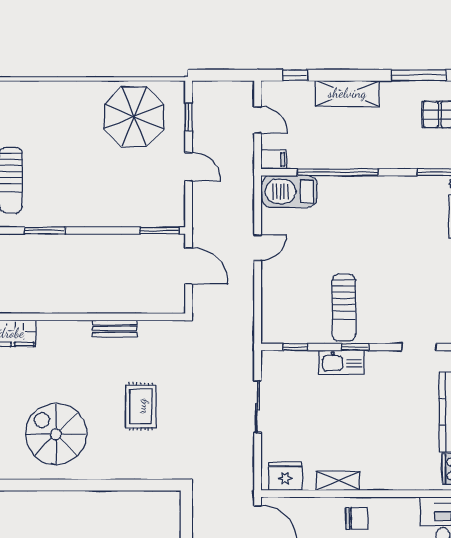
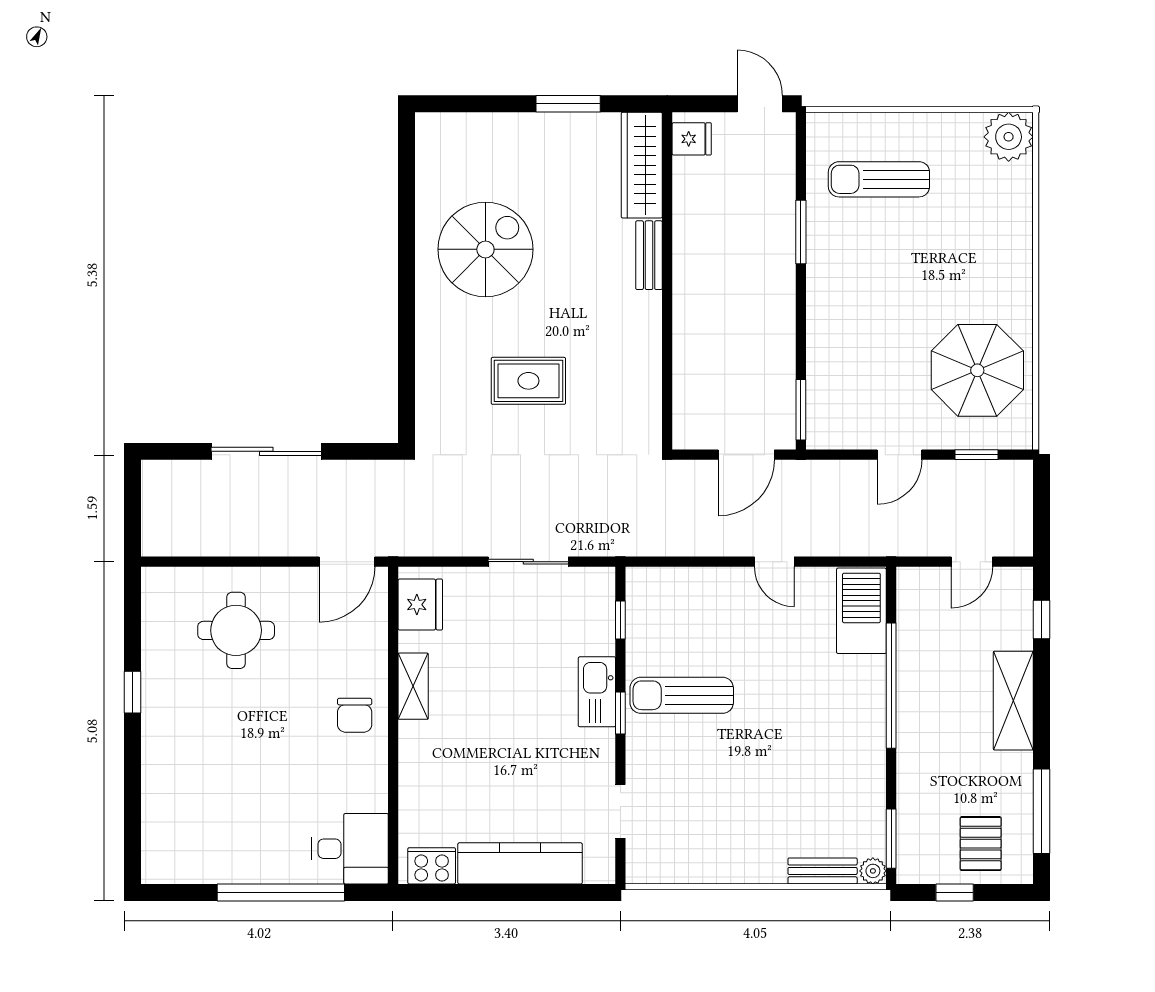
filing cabinet: (274, 159) -> (911, 587), removed
bench: (115, 329) -> (649, 255), moved

